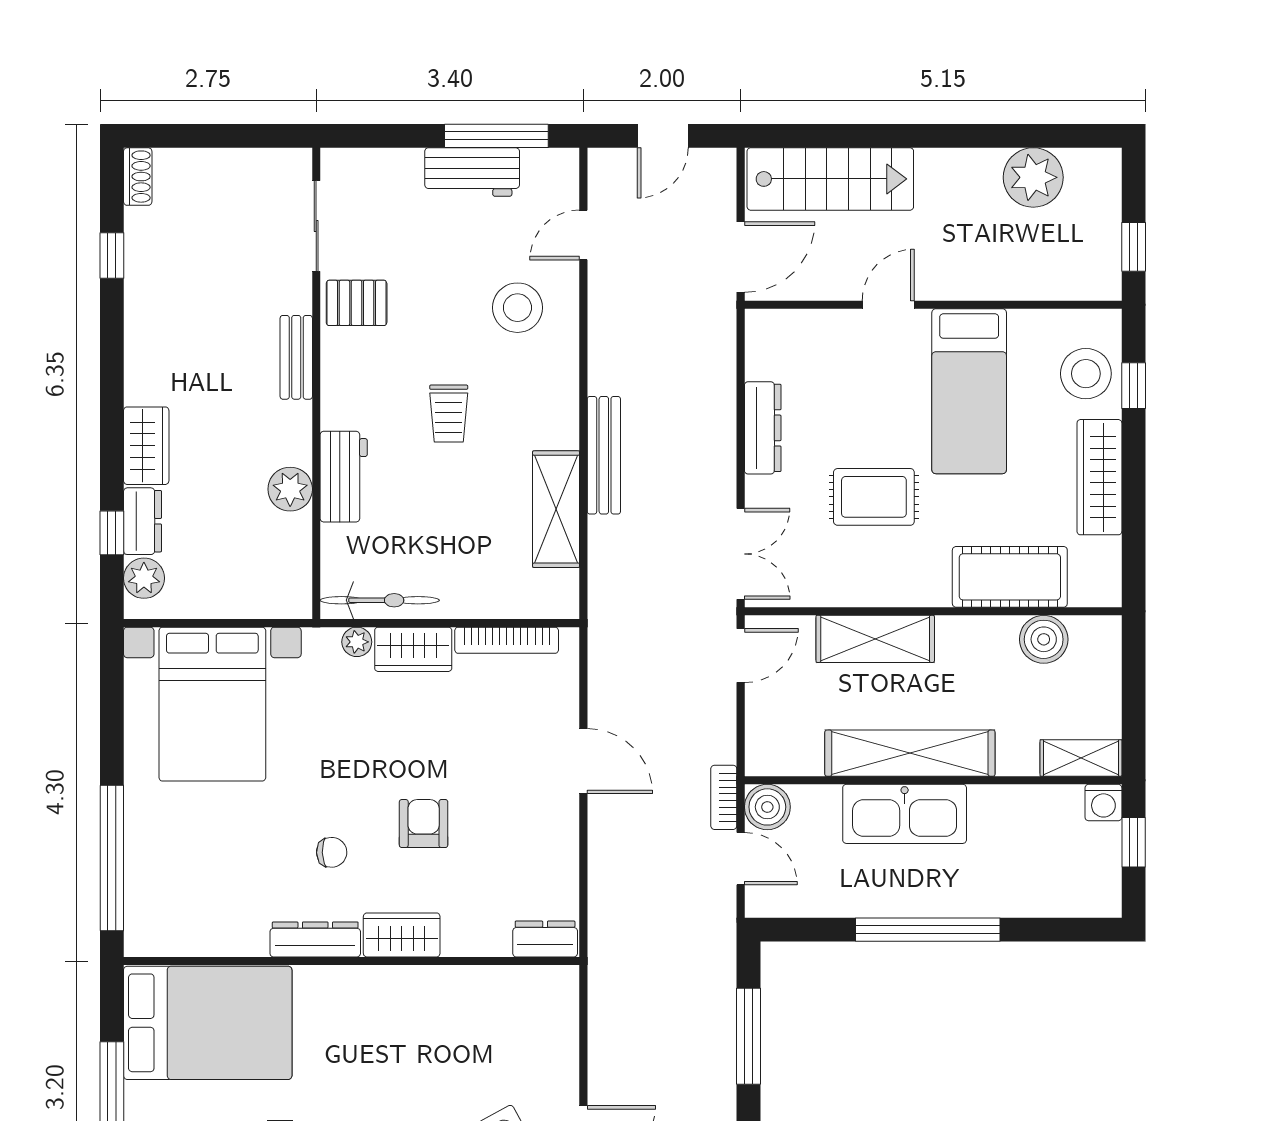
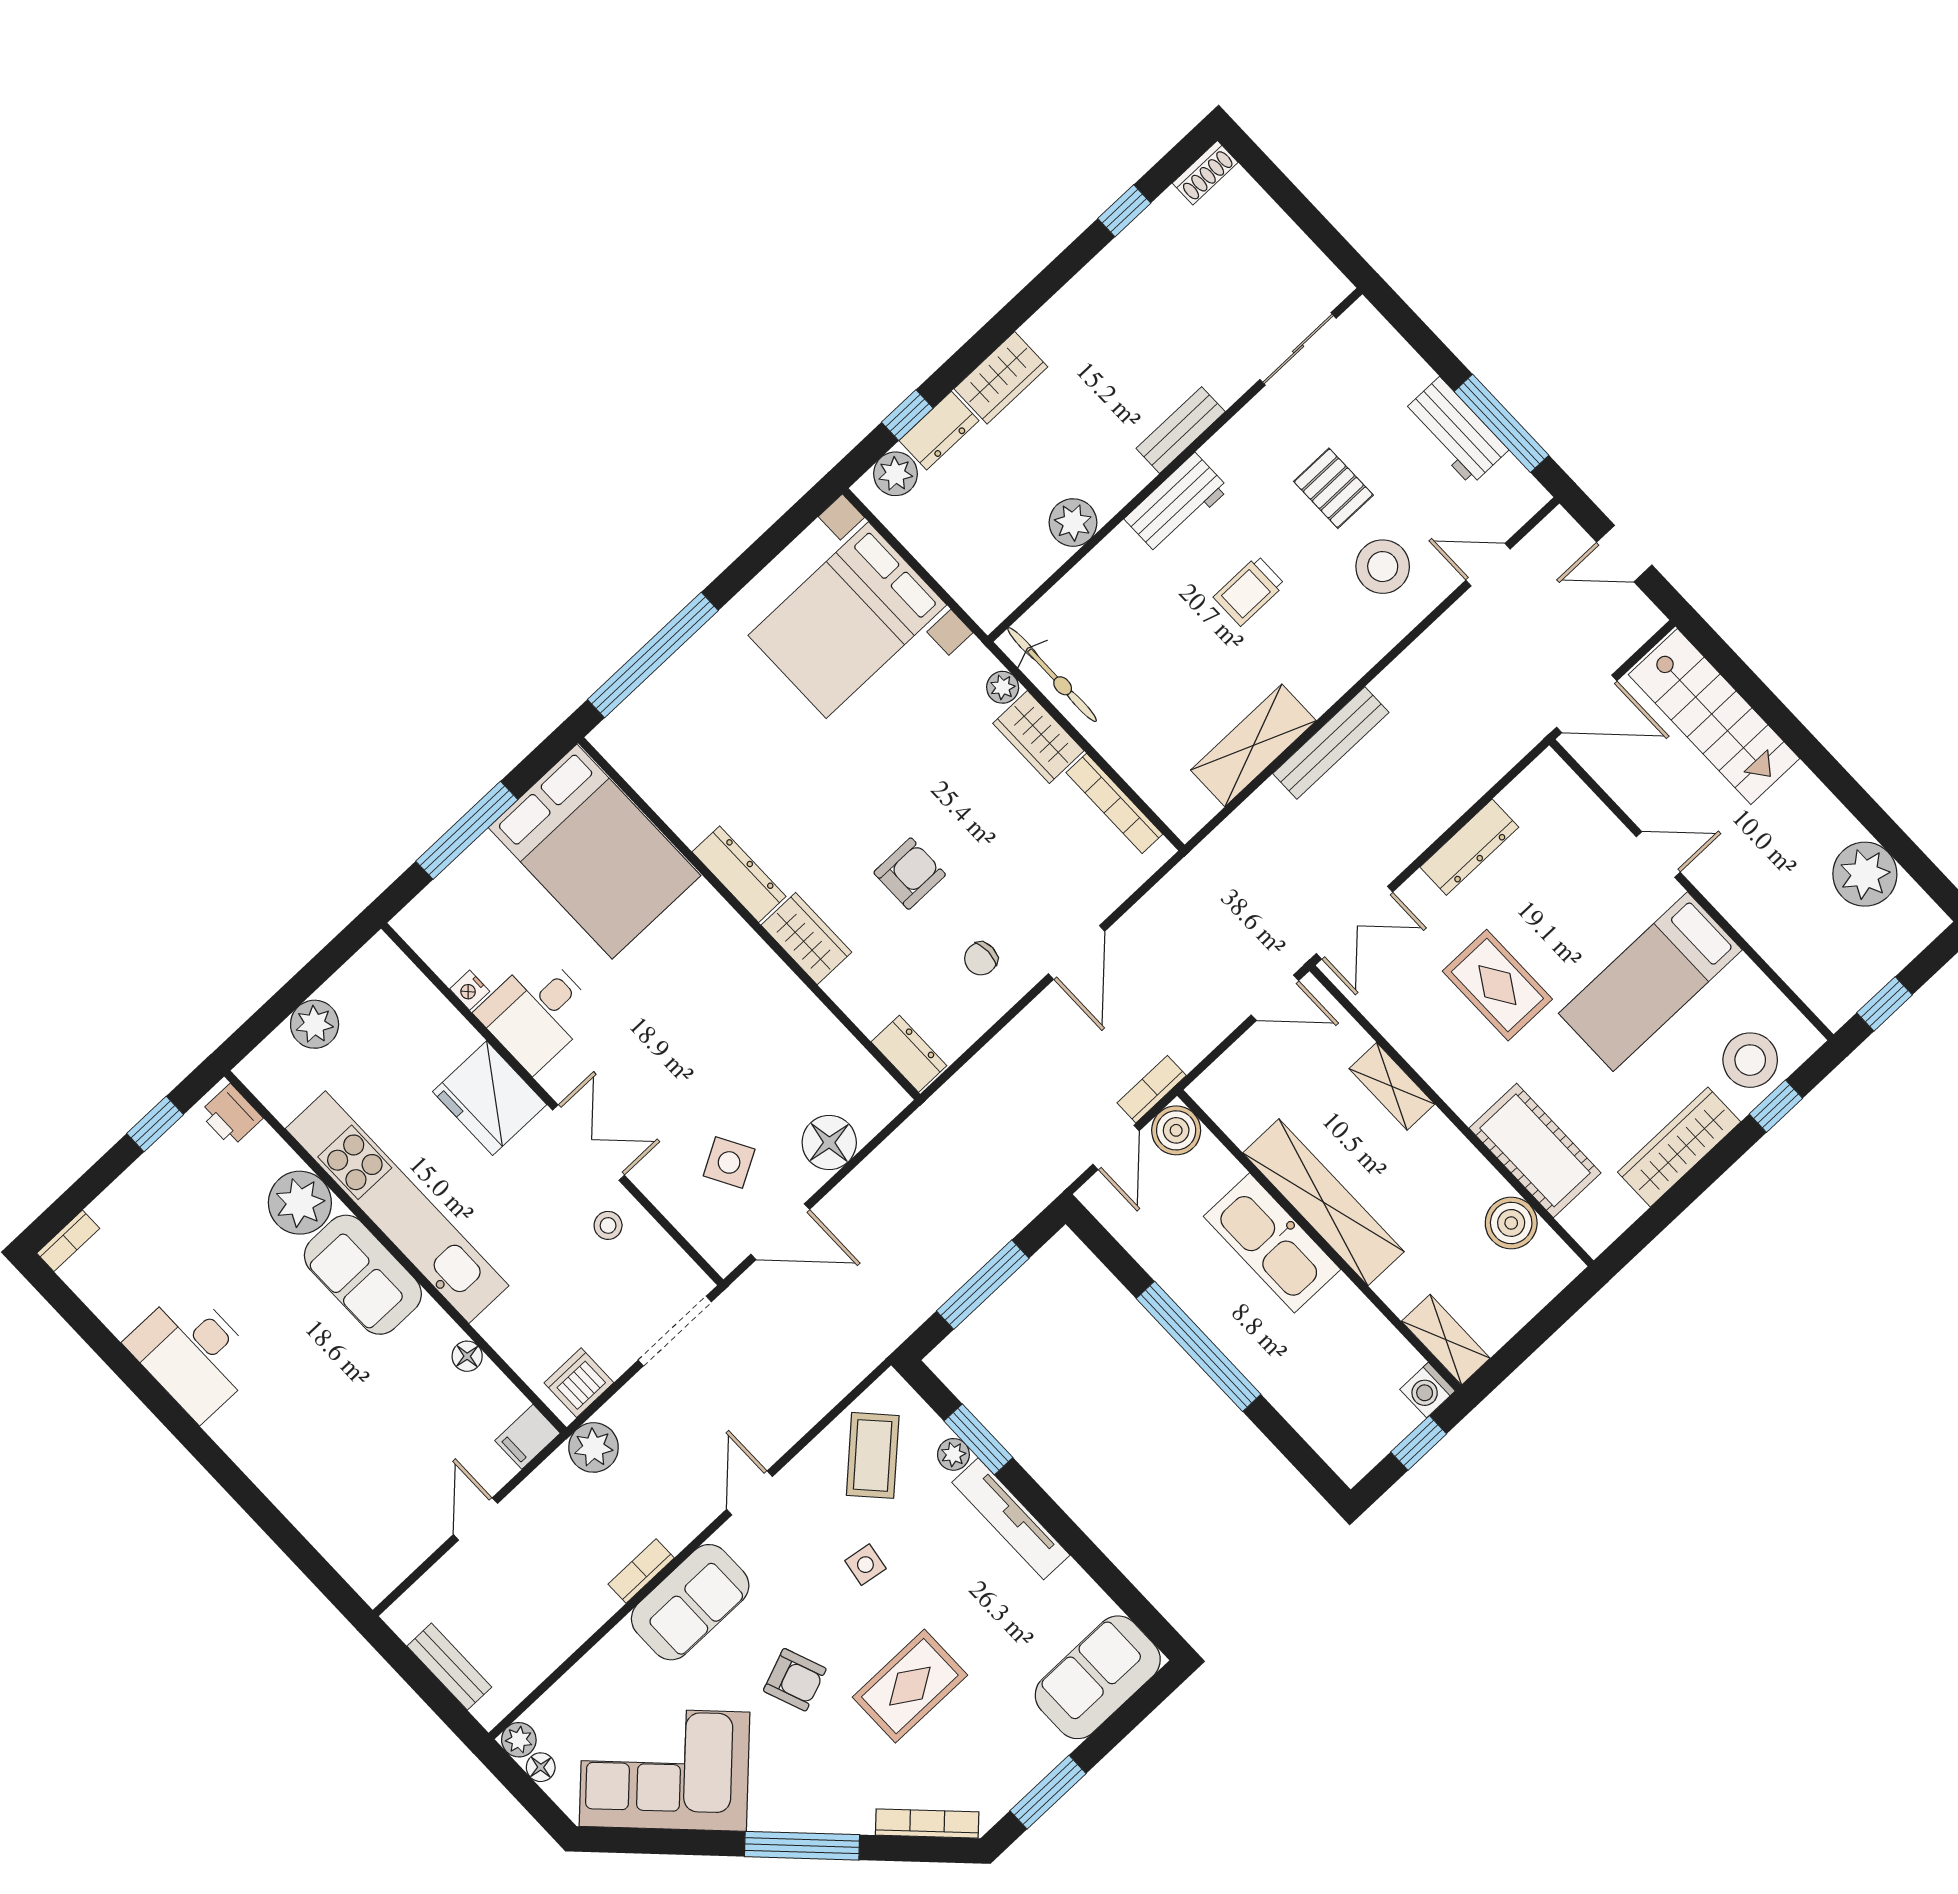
pallet: (357, 303) -> (1333, 488), moved
workbench: (344, 477) -> (1177, 504), moved
shelving: (875, 639) -> (1392, 1086), width x0.67, depth x0.75
chair: (332, 852) -> (981, 959), moved, turned 92
floor lamp: (554, 1050) -> (829, 1142), added

